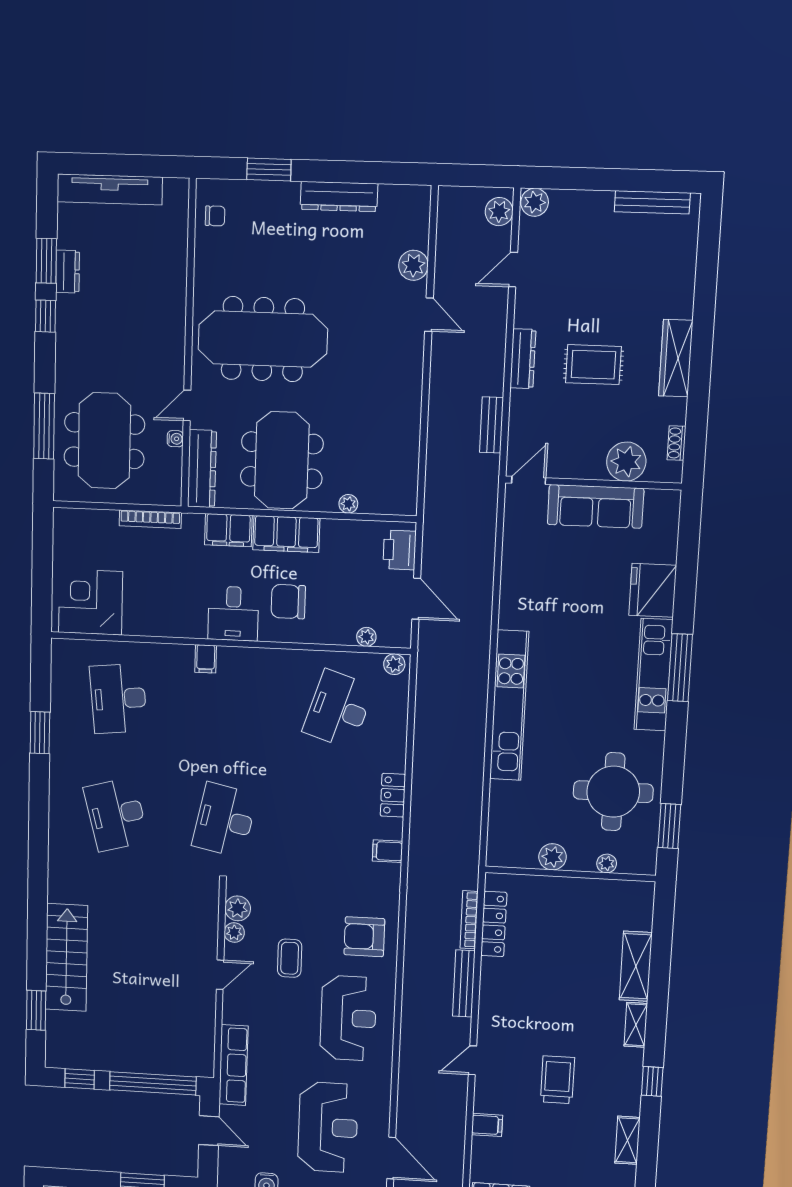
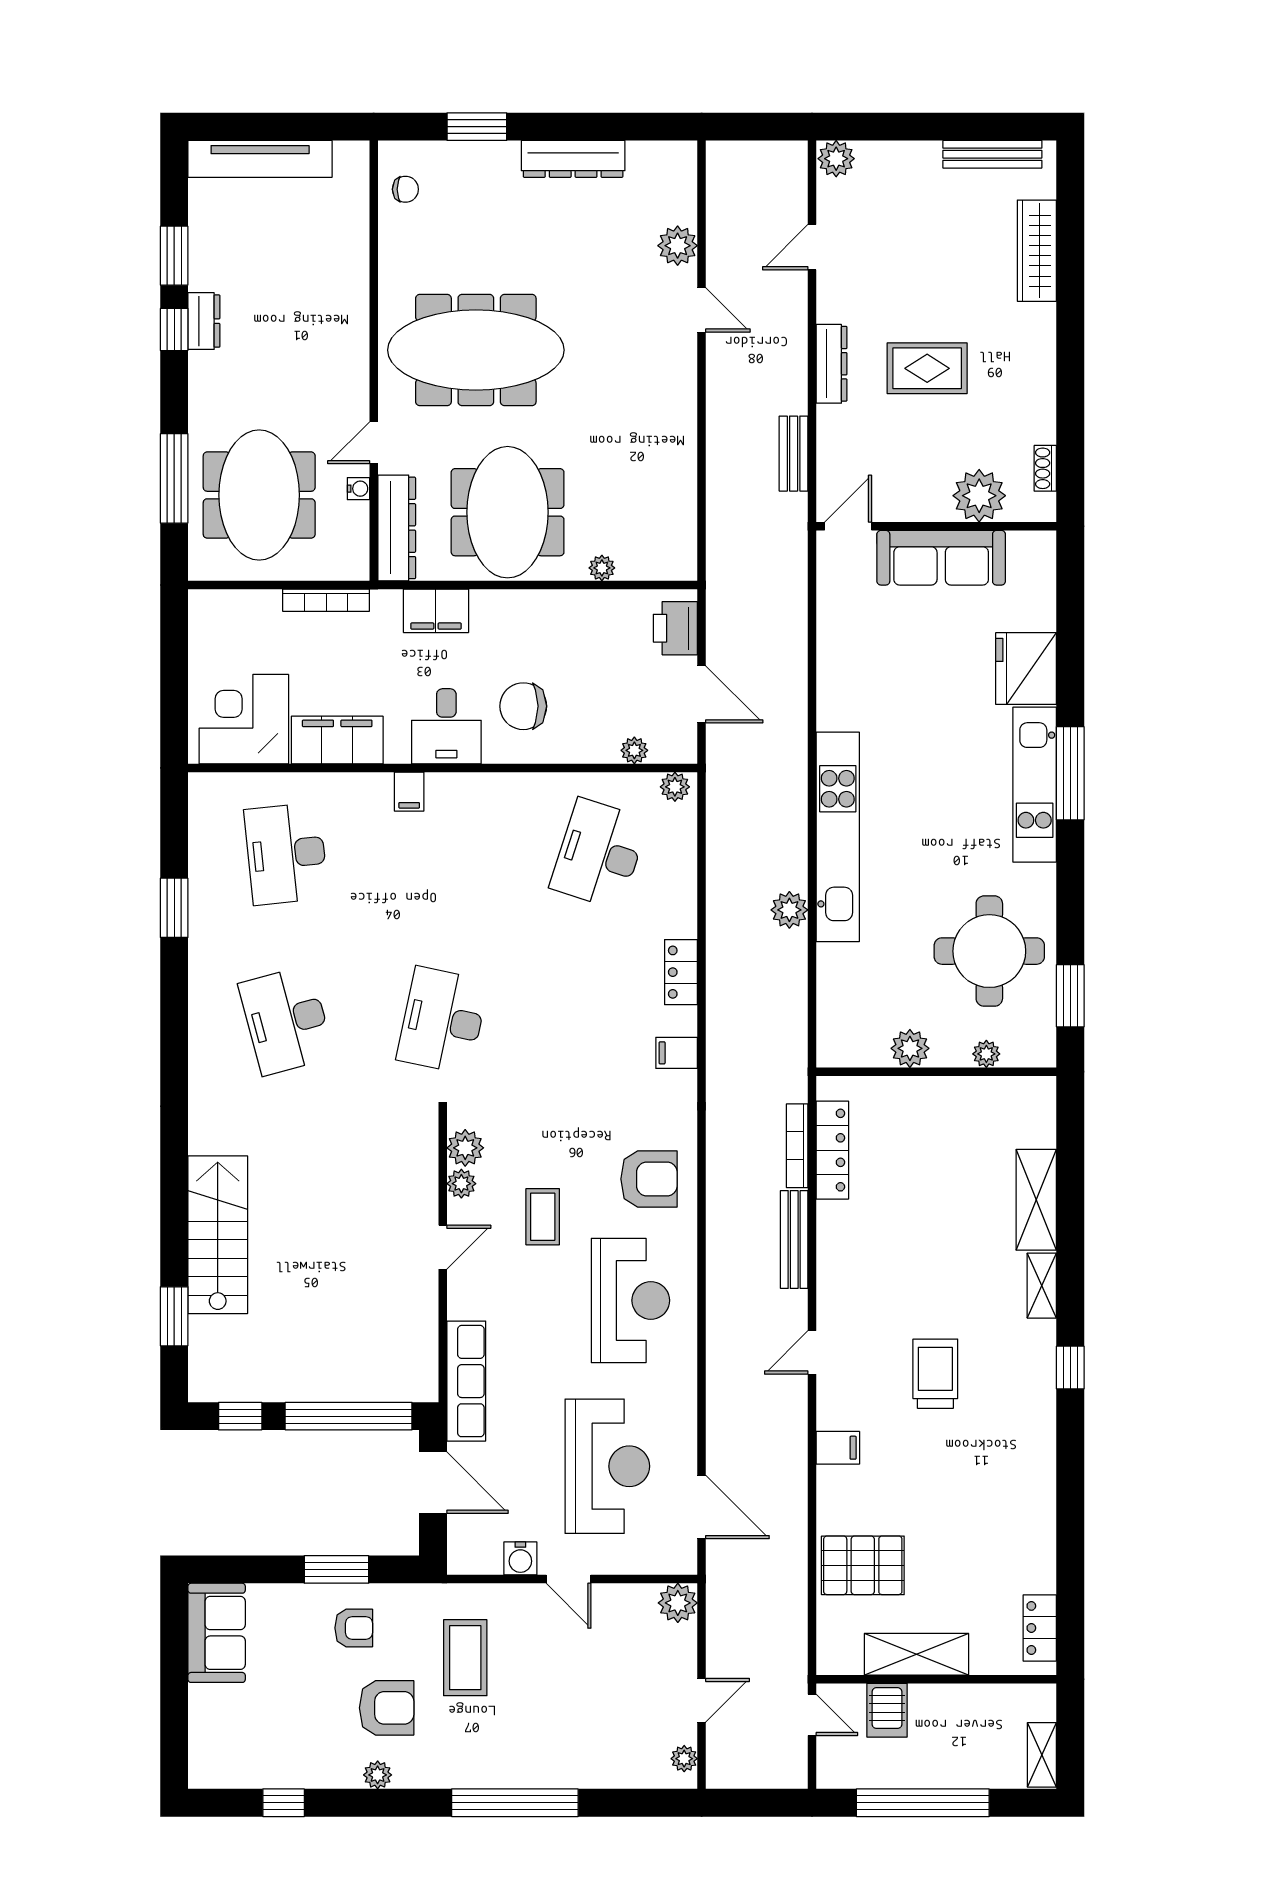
plant: (499, 212) -> (789, 910), moved
dresser: (68, 272) -> (204, 321), moved
wardrobe: (676, 358) -> (1037, 251), moved
filing cabinet: (286, 534) -> (337, 740), moved, turned 180
armchair: (364, 937) -> (649, 1179), turned 180
door: (209, 1131) -> (433, 1483), width x1.38
shelving: (627, 1140) -> (1040, 1458), removed

